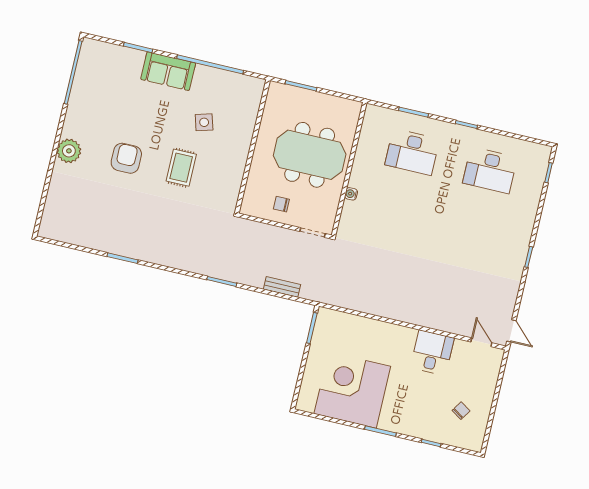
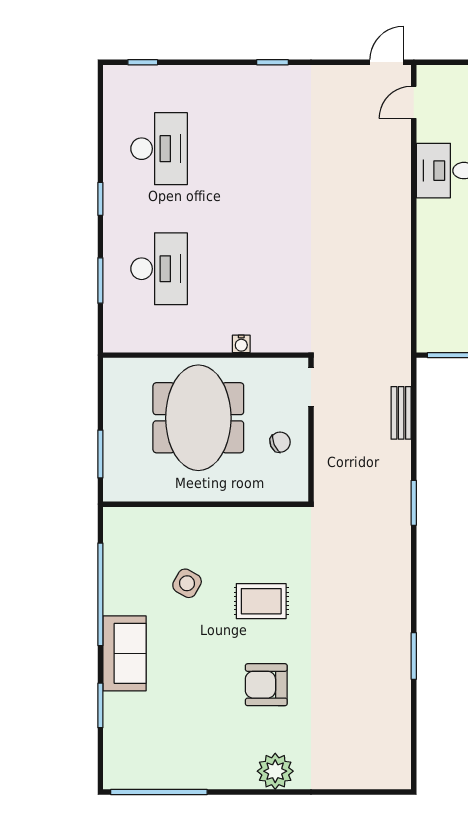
side table: (204, 122) -> (187, 583), turned 45
chair: (281, 204) -> (280, 442), turned -113

